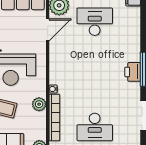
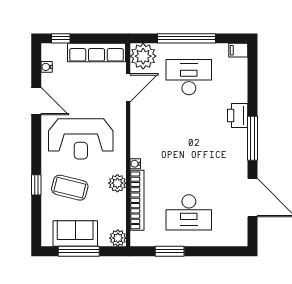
printer: (133, 72) -> (238, 116), moved

